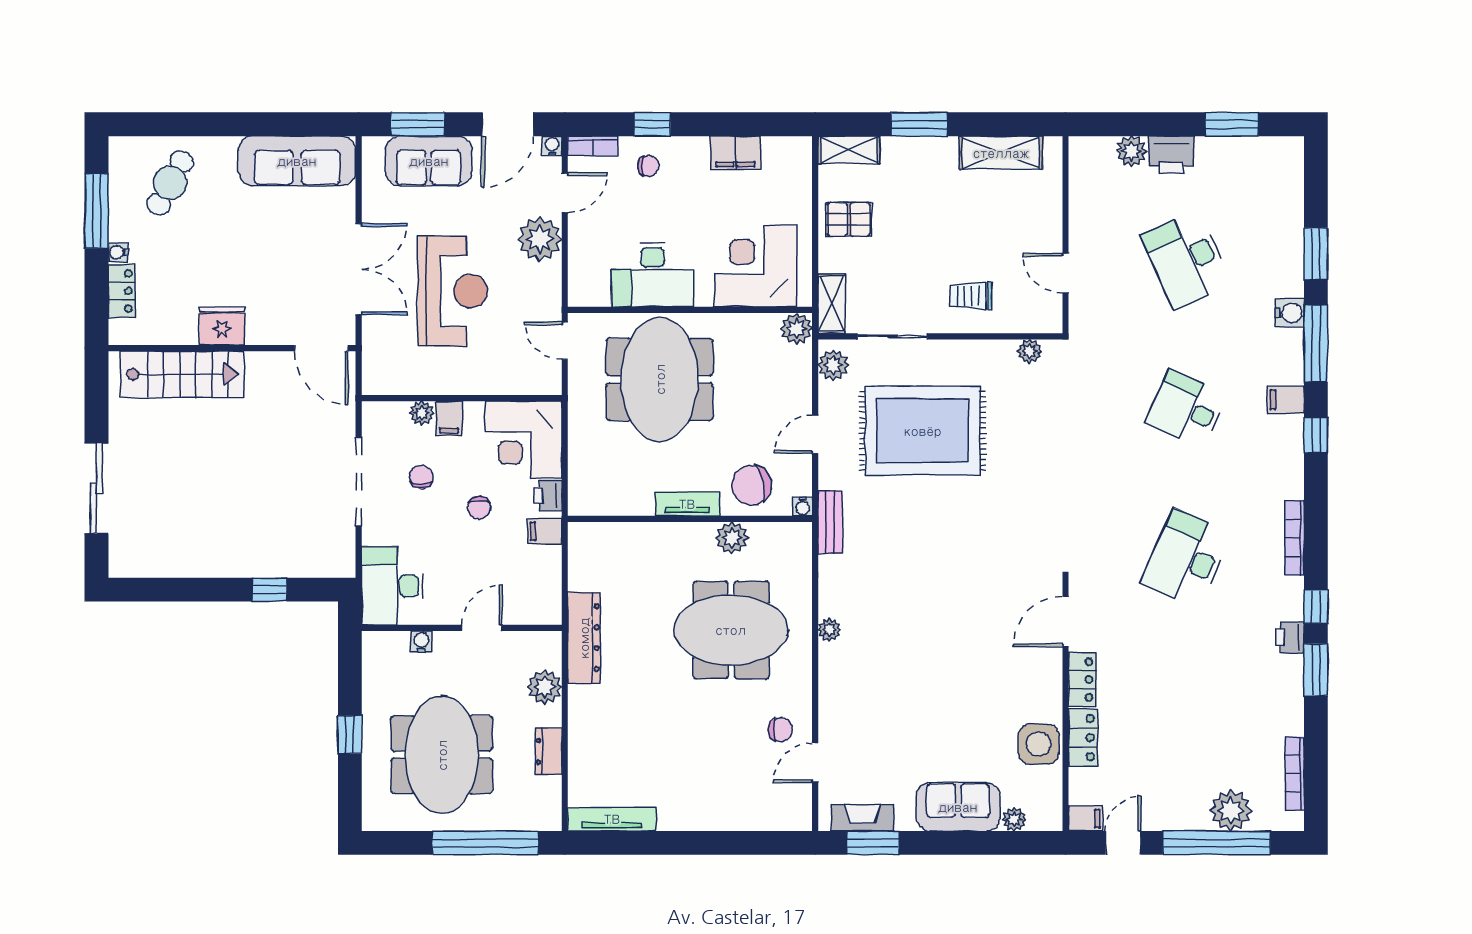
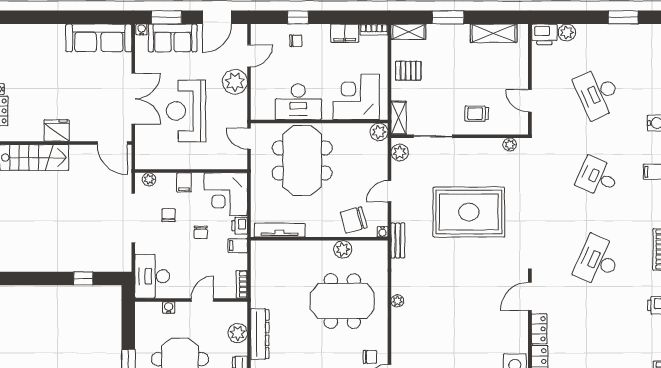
water cooler: (552, 146) -> (142, 29), moved
bookcase: (593, 146) -> (374, 30), moved
printer: (1171, 155) -> (544, 34), moved
cafe table: (170, 183) -> (28, 50), removed
reception desk: (453, 291) -> (186, 111), turned 180
plant: (422, 413) -> (149, 179), moved
rug: (923, 431) -> (469, 212), moved
tv unit: (687, 504) -> (280, 230), moved, width x1.41
bookcase: (552, 600) -> (242, 284), added
dresser: (584, 638) -> (260, 334), moved

